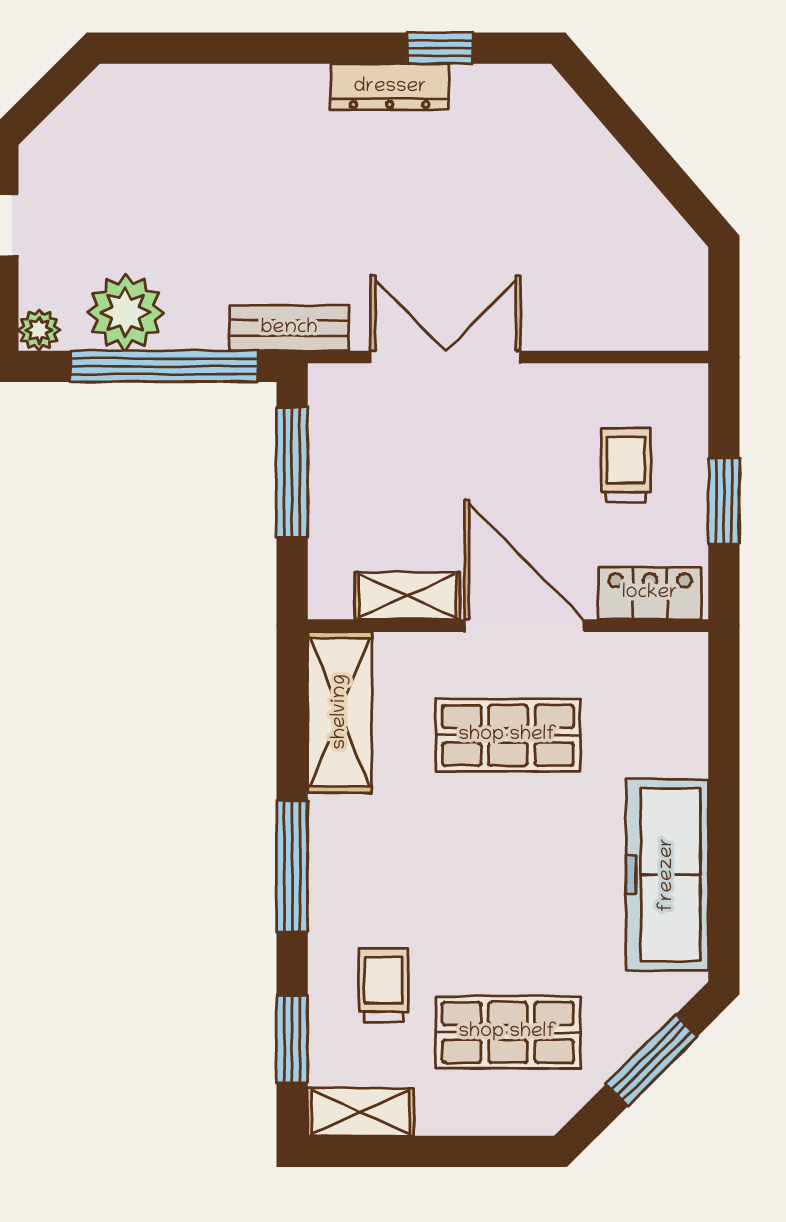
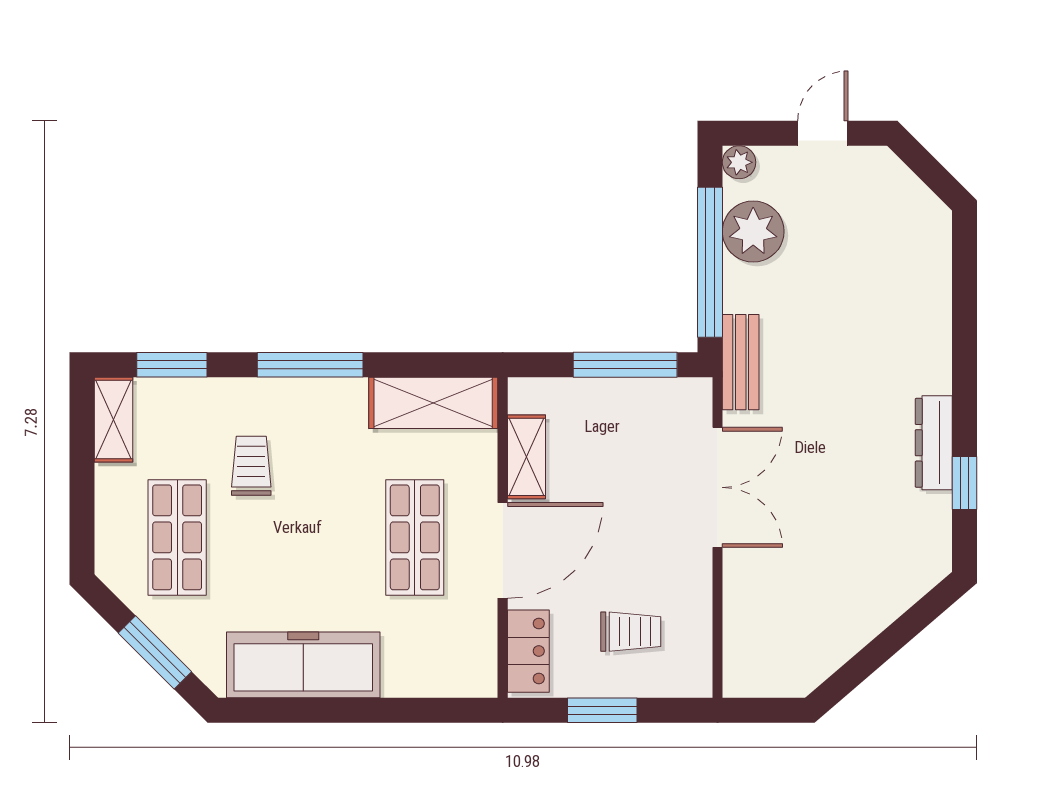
trolley: (383, 985) -> (251, 466), moved, turned -90

